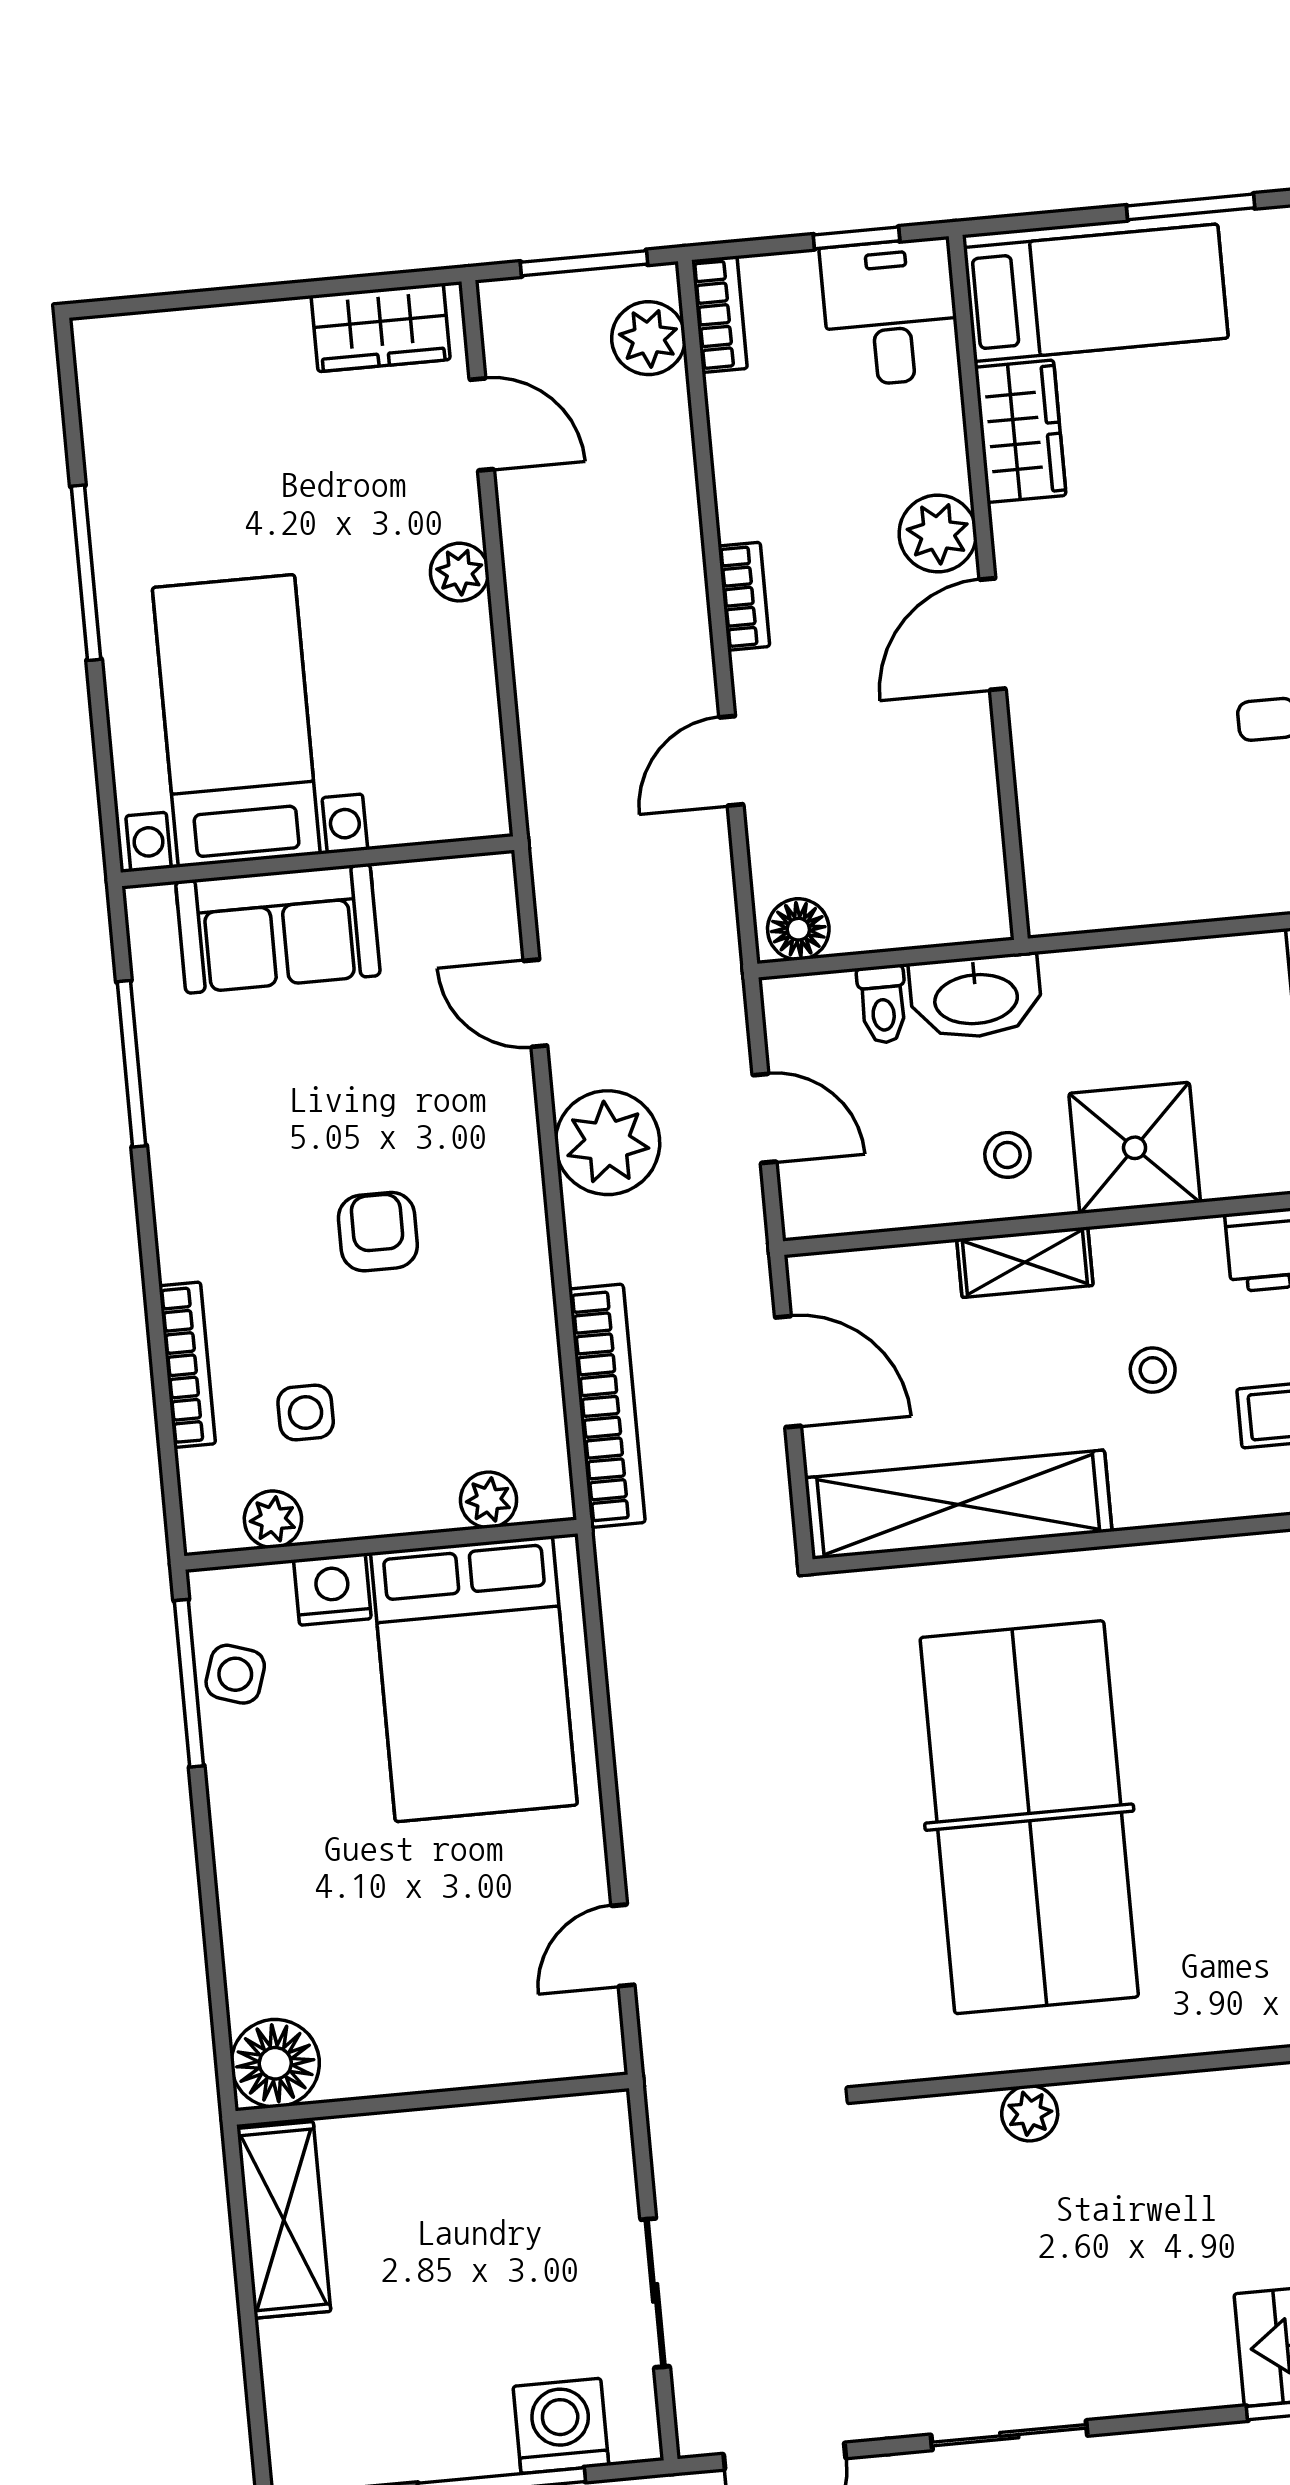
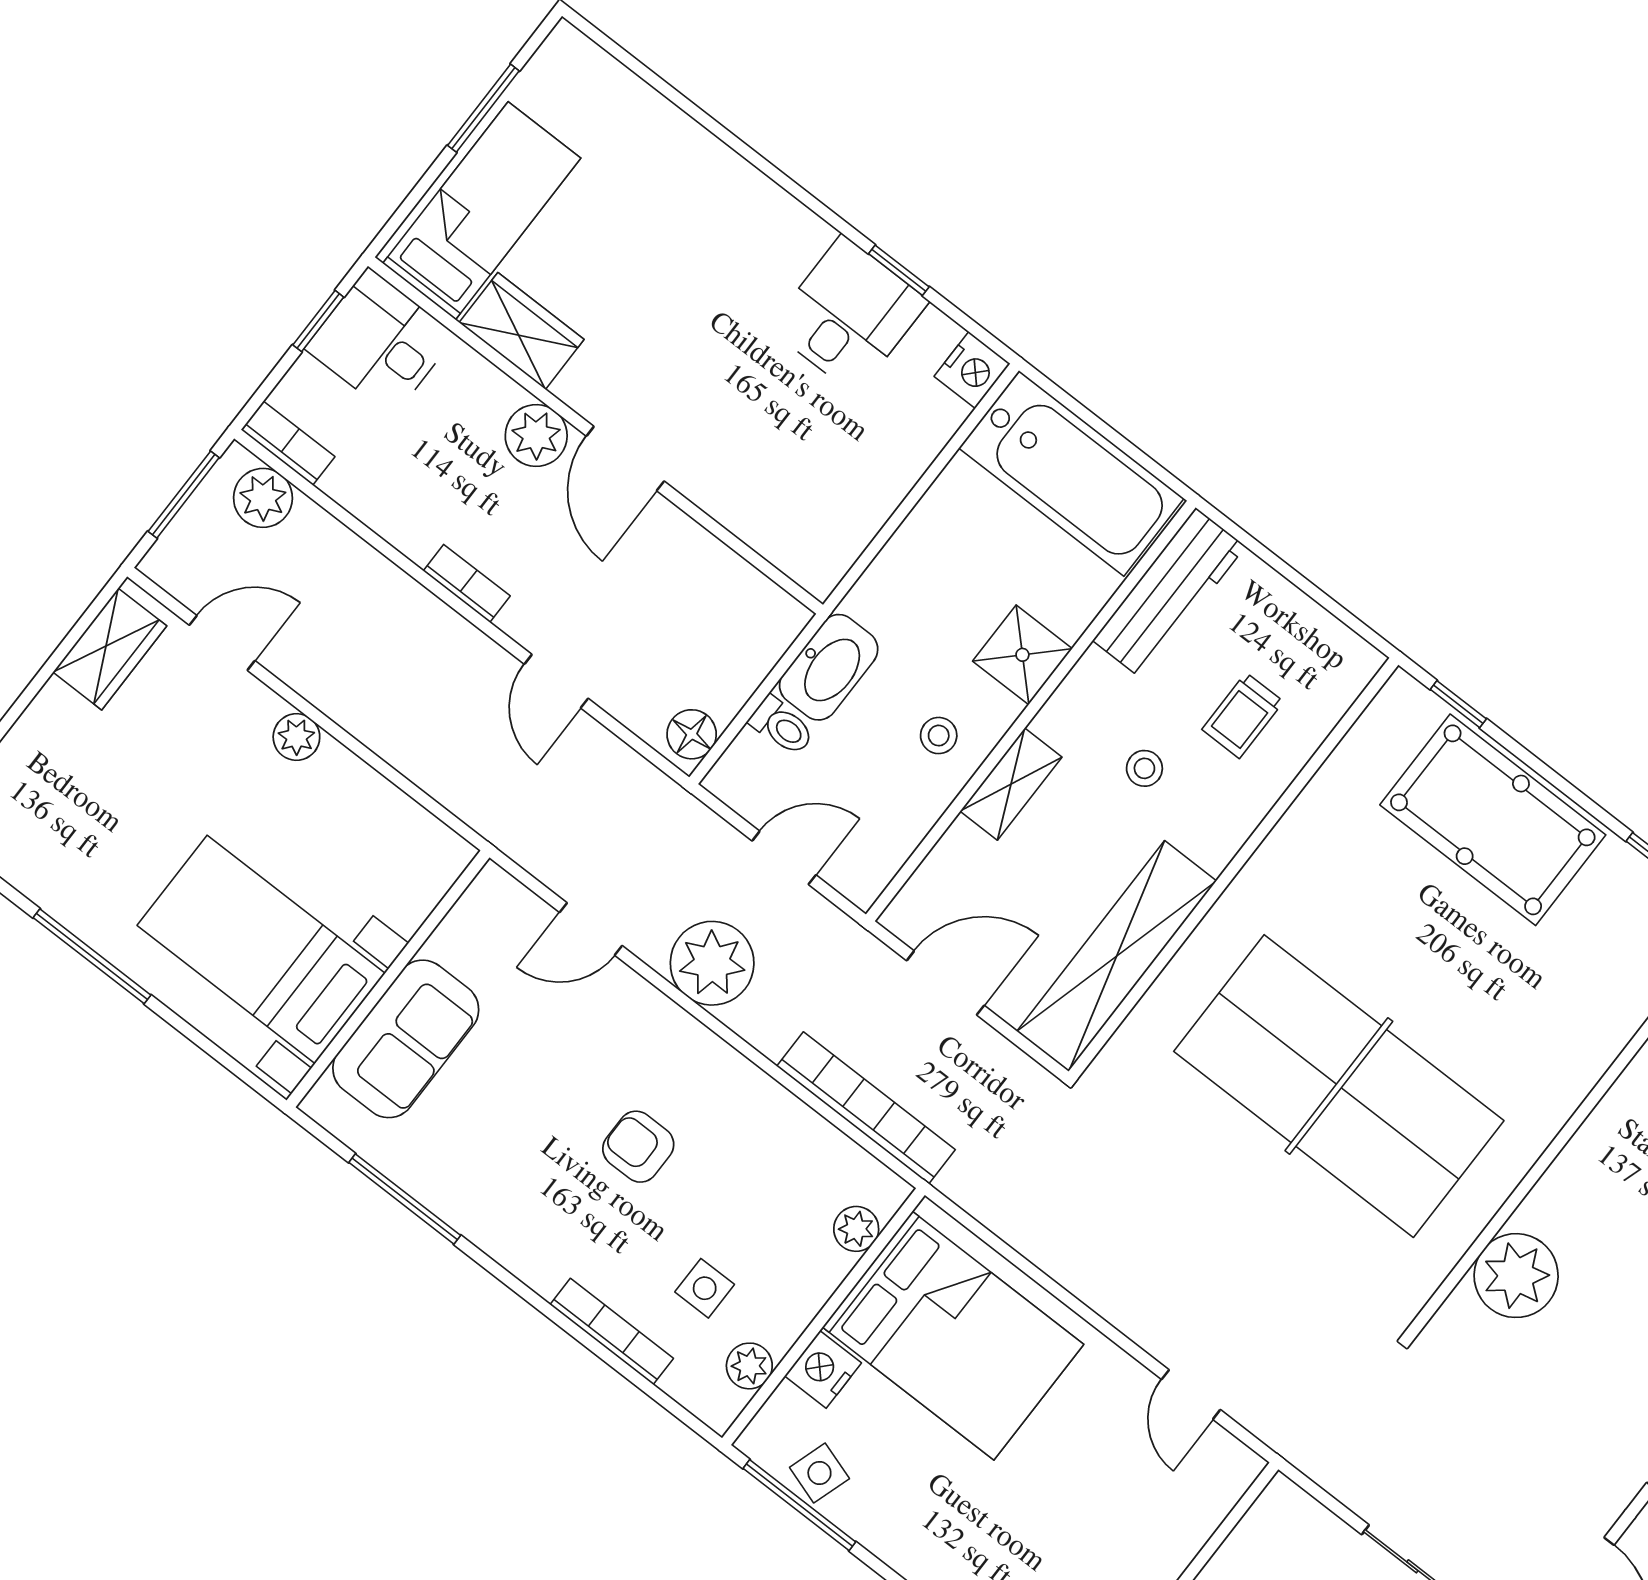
shower: (1135, 1148) -> (1022, 655), width x0.73, depth x0.73
plant: (1030, 2113) -> (1516, 1276), width x1.87, depth x1.87

